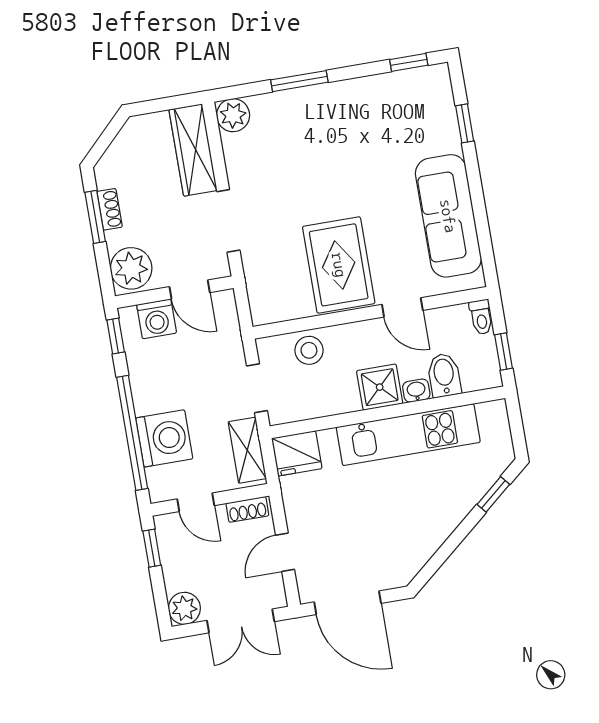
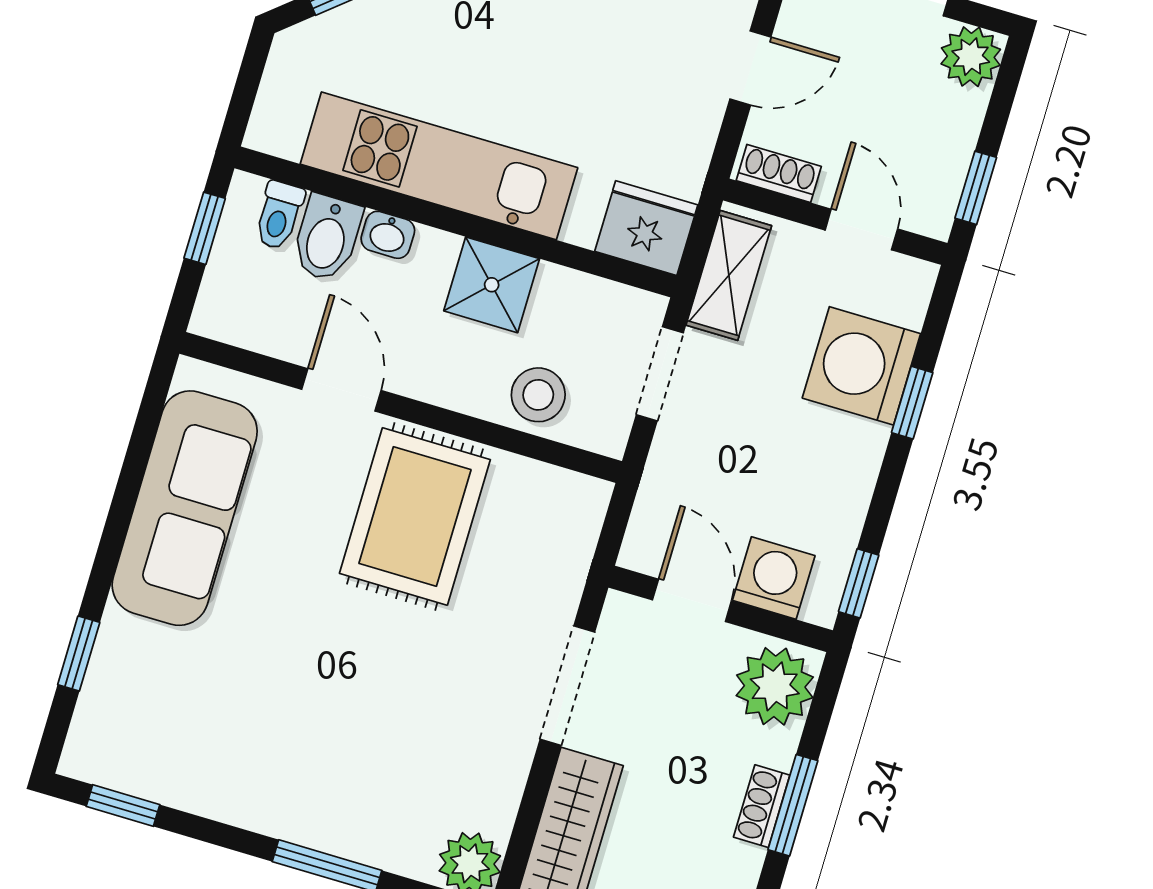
toilet: (481, 317) -> (279, 215), moved, turned 180
shower: (380, 387) -> (492, 285), moved
window: (132, 433) -> (912, 403), width x0.32

